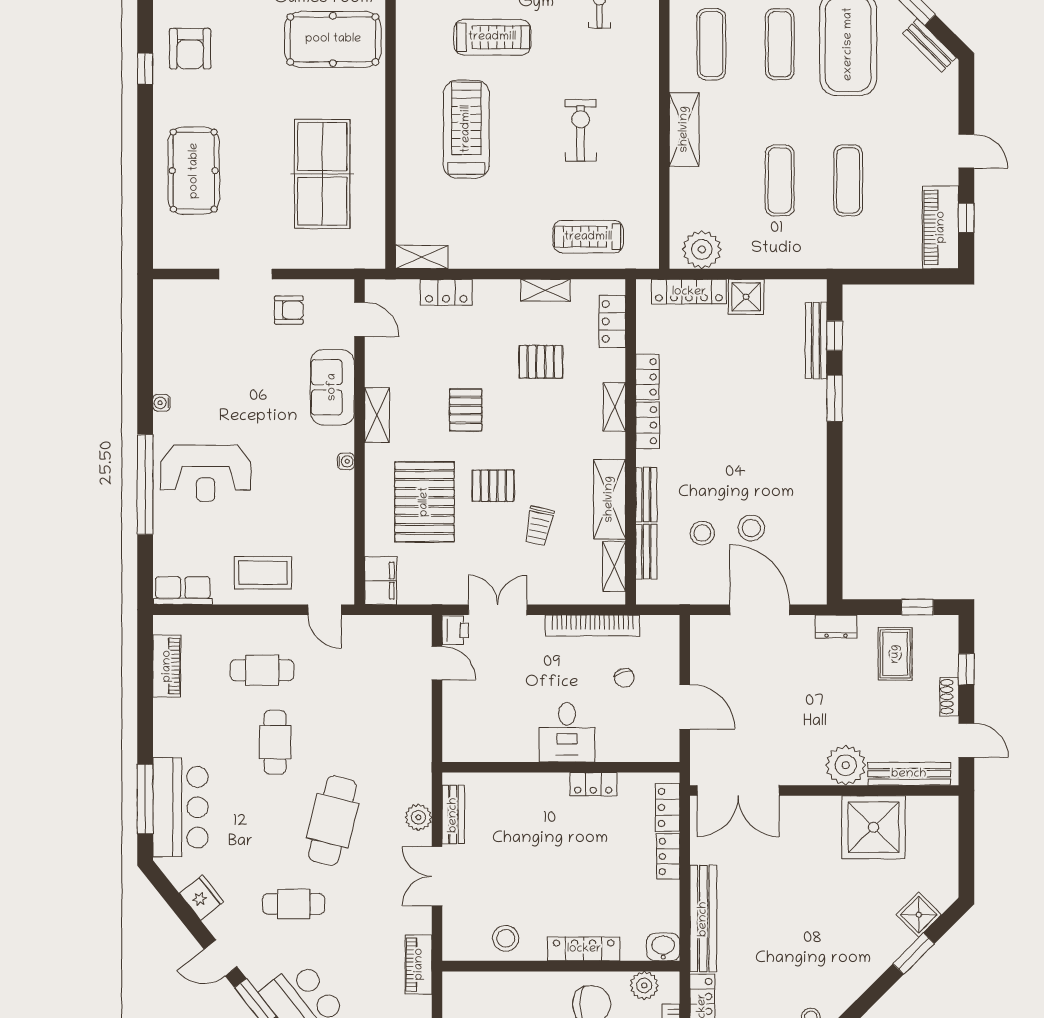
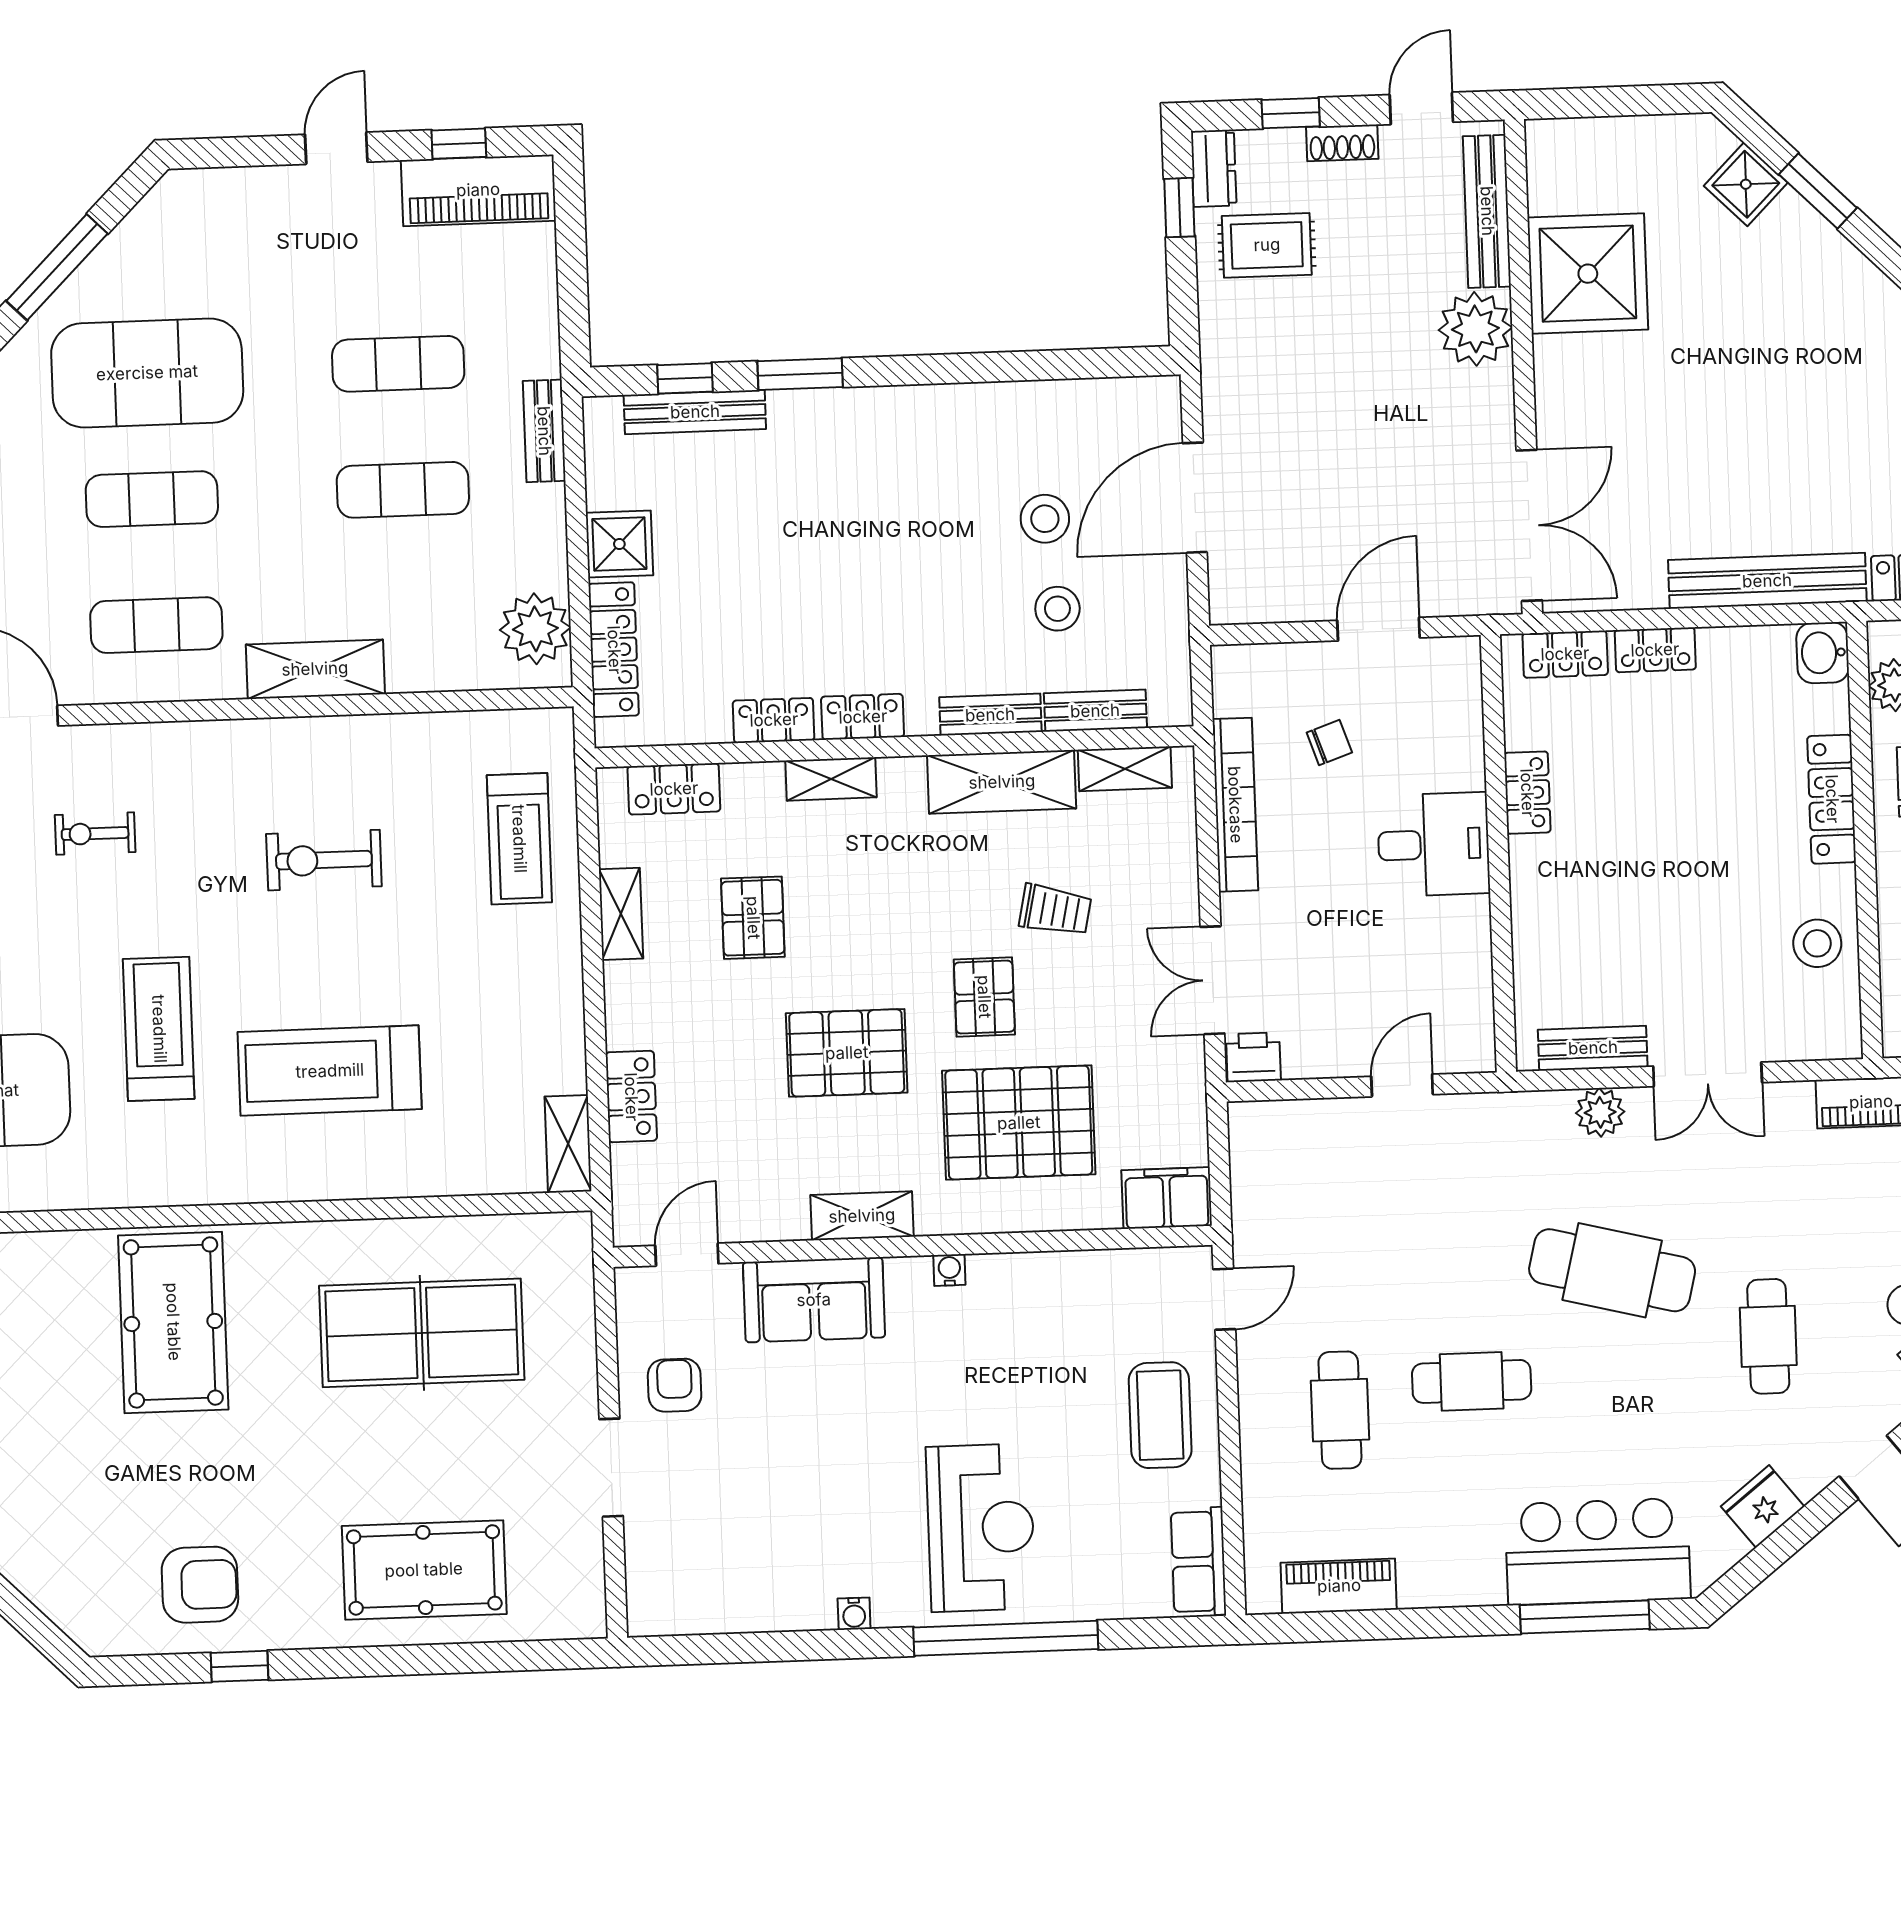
bench: (930, 45) -> (544, 431), moved, turned -45
pallet: (466, 410) -> (847, 1053), width x1.50, depth x1.42
dresser: (836, 627) -> (1214, 168), moved
door: (437, 663) -> (1402, 1085), moved

